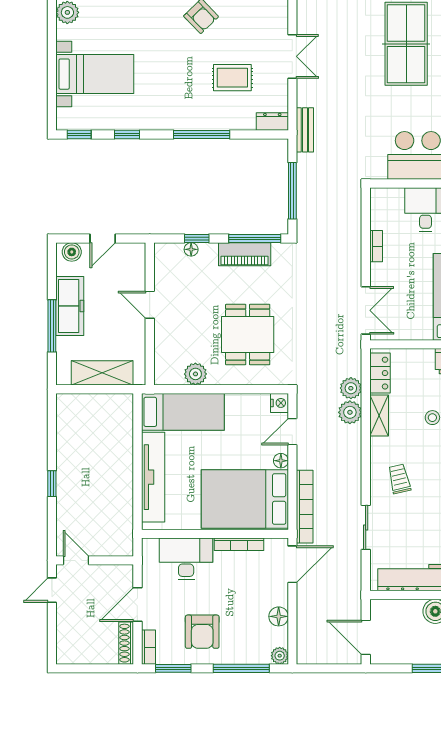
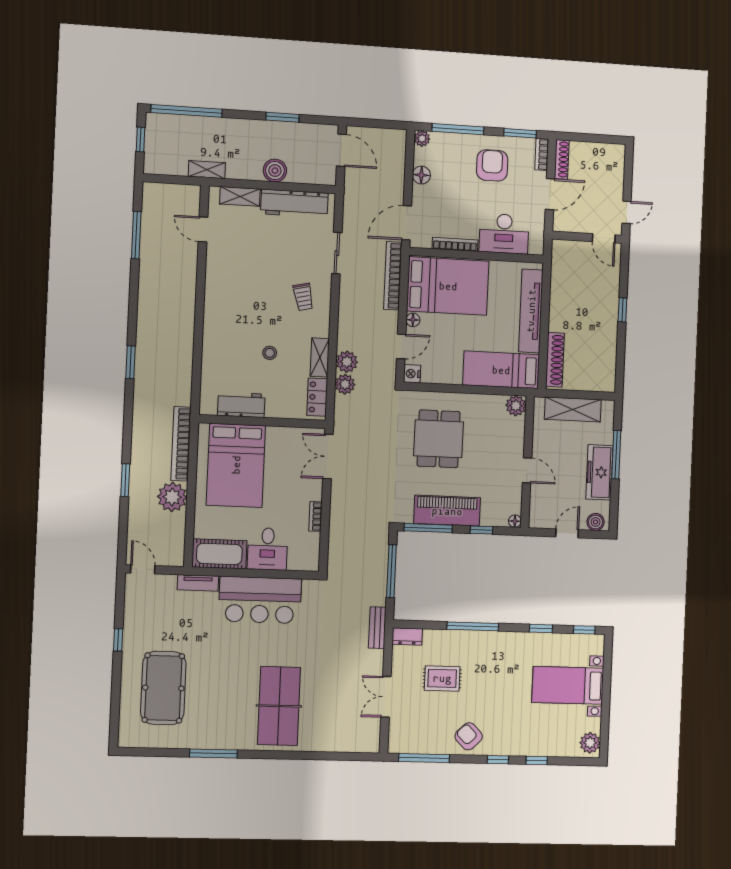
floor lamp: (191, 249) -> (515, 521), moved
piano: (245, 254) -> (447, 511), width x1.37, depth x1.33
plant: (195, 374) -> (516, 406), moved
shoe rack: (124, 426) -> (555, 360), added

